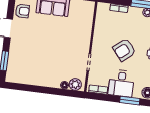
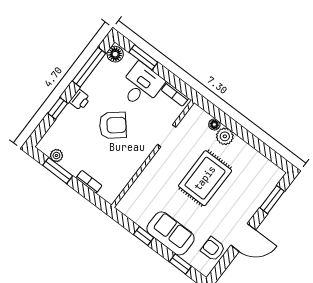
rug: (52, 50) -> (205, 178), added
plant: (75, 84) -> (225, 136), moved

